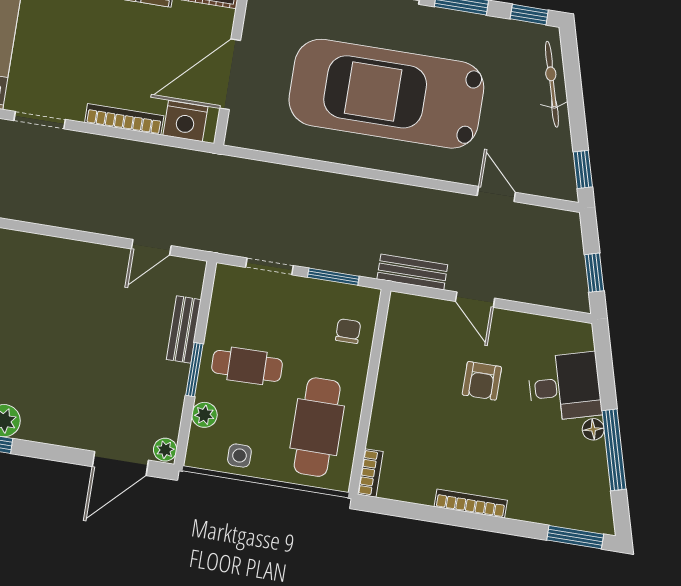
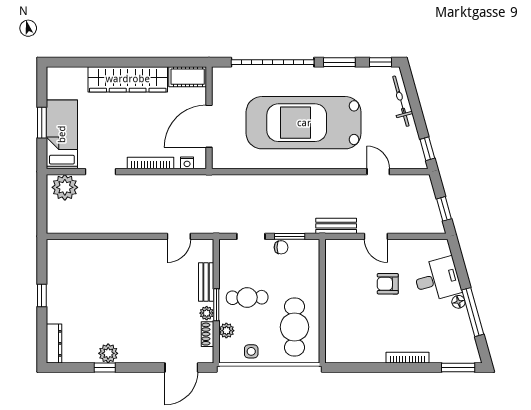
nightstand: (185, 121) -> (187, 163), width x0.53, depth x0.56
chair: (348, 331) -> (281, 247), moved, turned 90
armchair: (482, 381) -> (388, 284), turned 90
shoe rack: (172, 416) -> (207, 334), added
plant: (165, 450) -> (207, 313), moved
bookcase: (370, 473) -> (330, 349), removed
bookcase: (471, 503) -> (408, 358), moved

